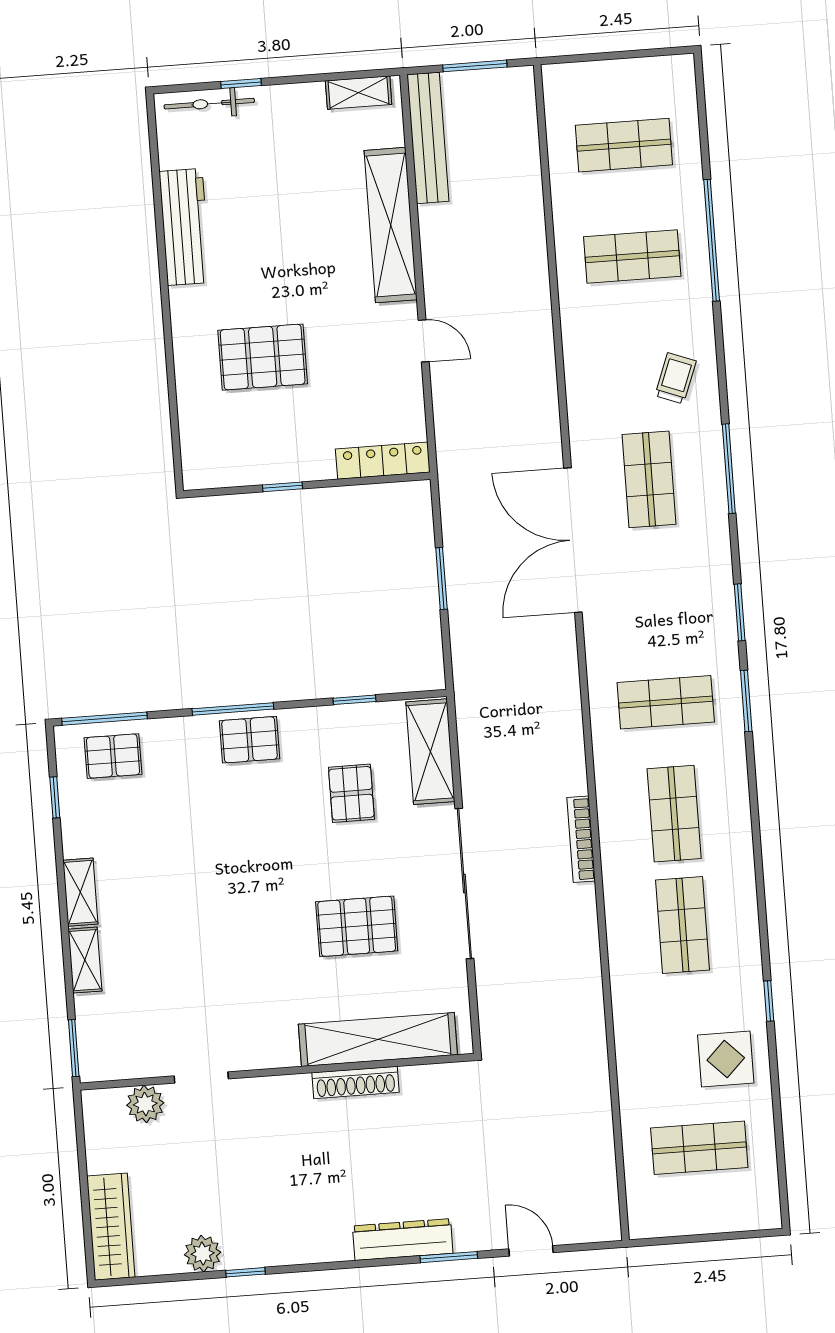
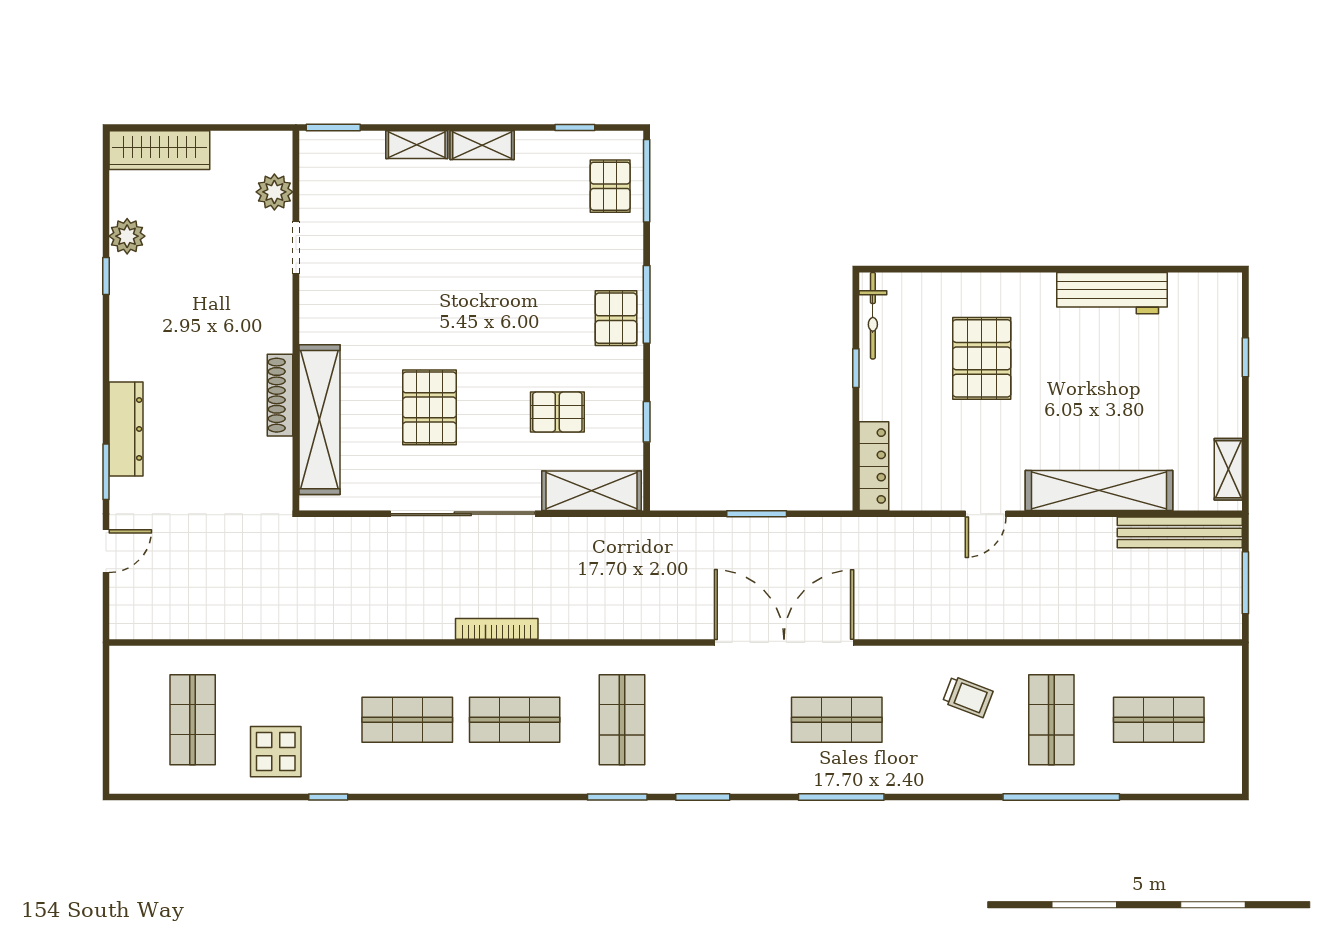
bicycle: (209, 104) -> (873, 316), moved, turned 180
shop shelf: (624, 145) -> (1159, 720), turned 90
trolley: (676, 378) -> (968, 697), moved

